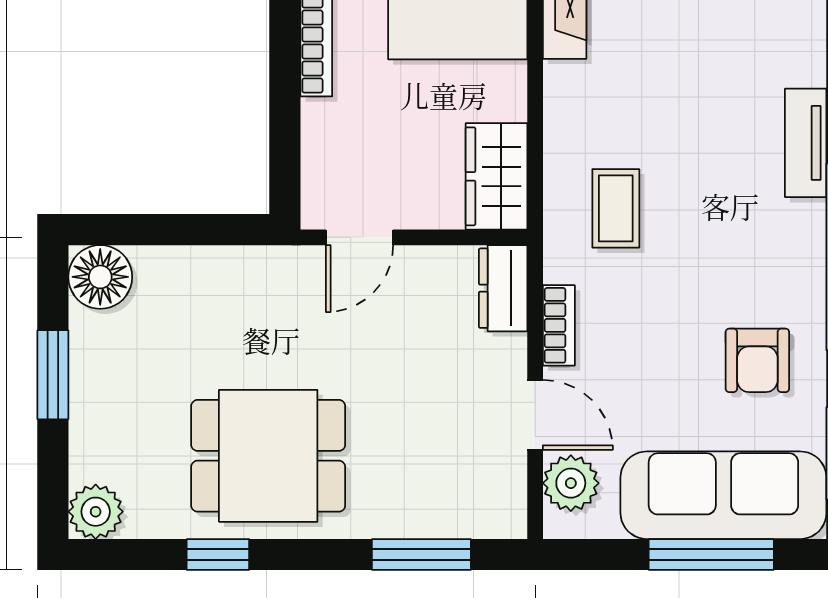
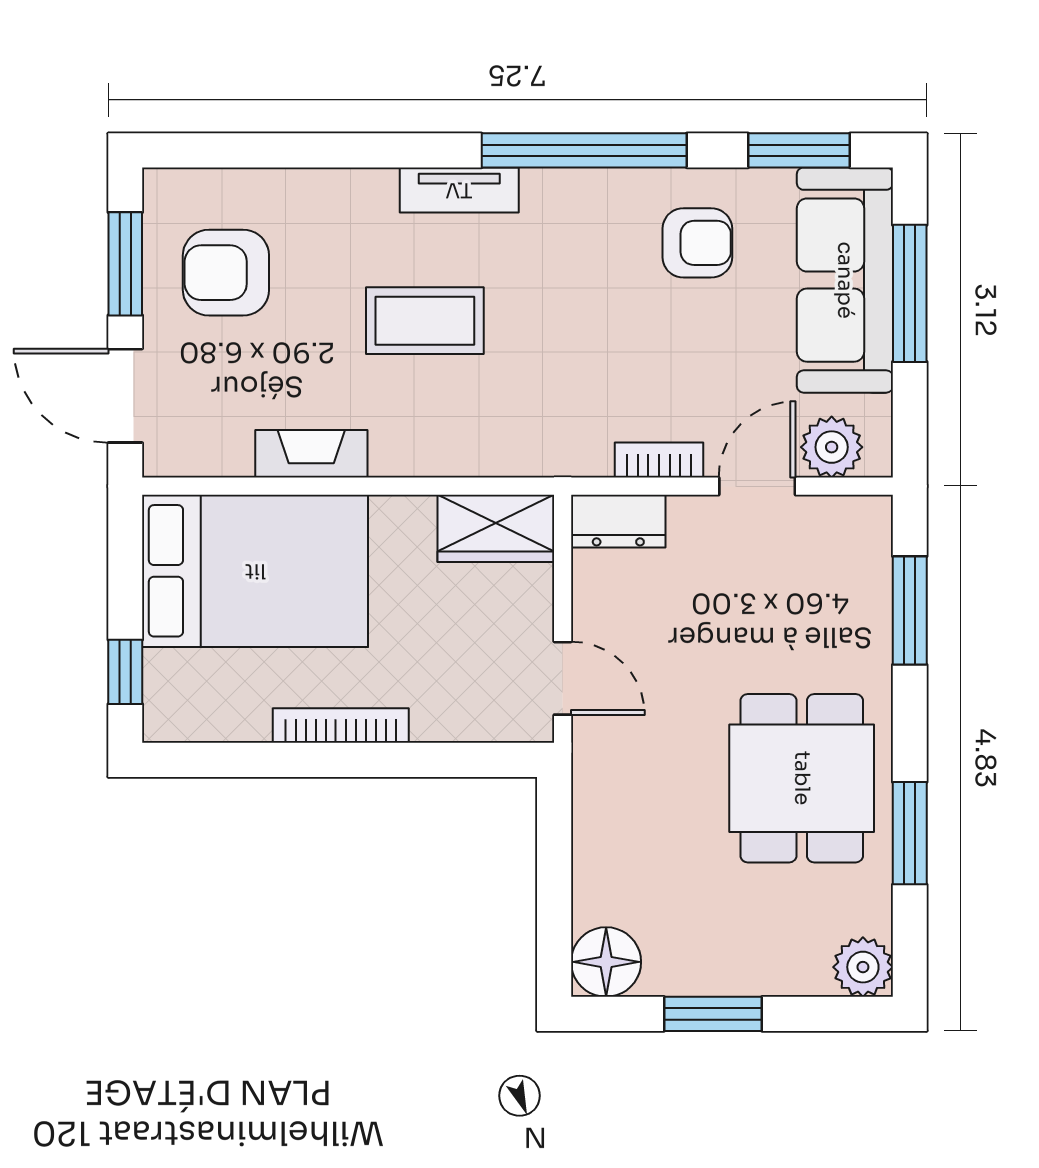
coffee table: (616, 208) -> (425, 321), moved, width x1.36, depth x1.30
window: (218, 554) -> (910, 833), width x1.50

